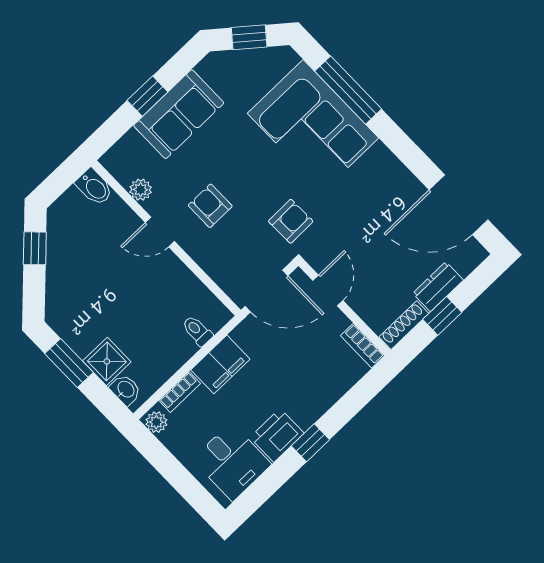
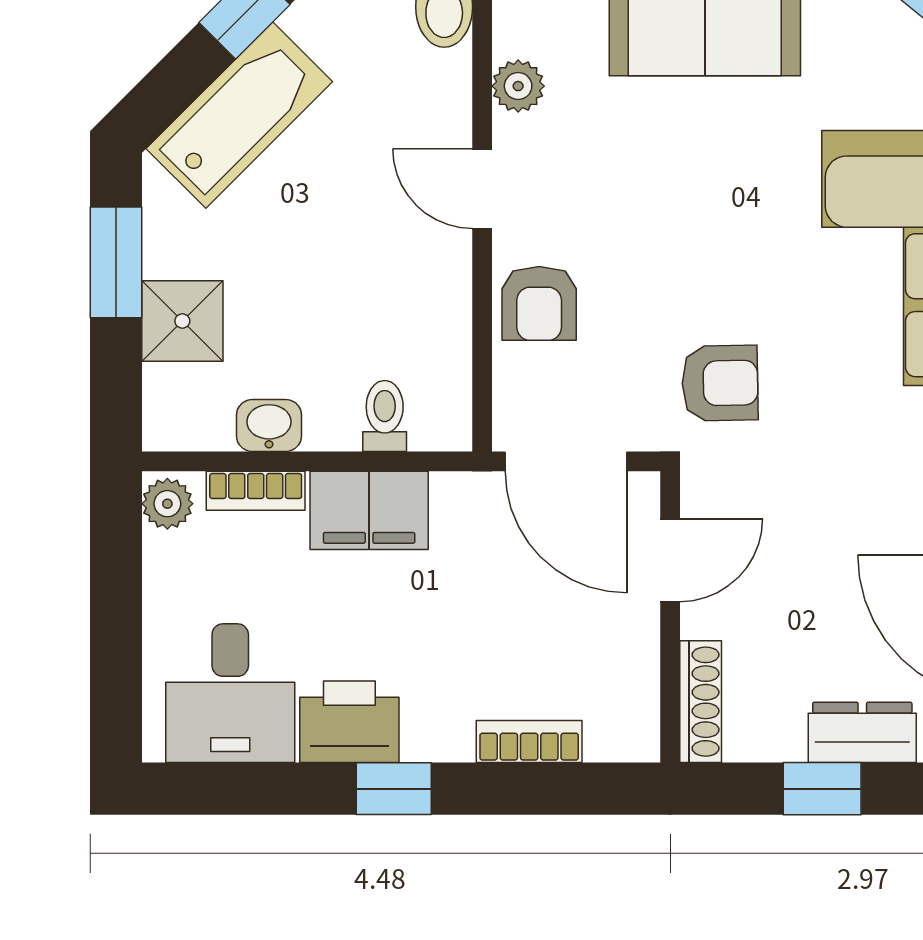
armchair: (210, 206) -> (539, 303), moved, turned 180
bathtub: (63, 281) -> (239, 115), added
shoe rack: (404, 325) -> (701, 702), moved, turned 90
bookcase: (363, 346) -> (529, 742), moved, turned 90
washbasin: (125, 390) -> (269, 425), moved, turned -90

